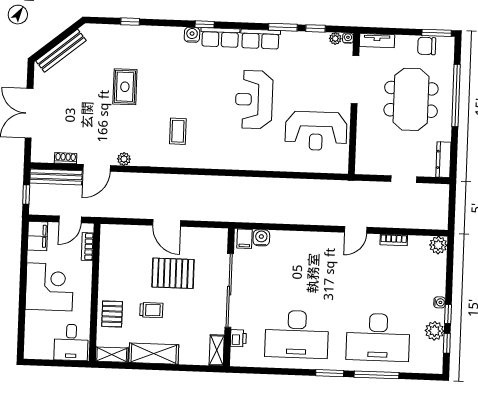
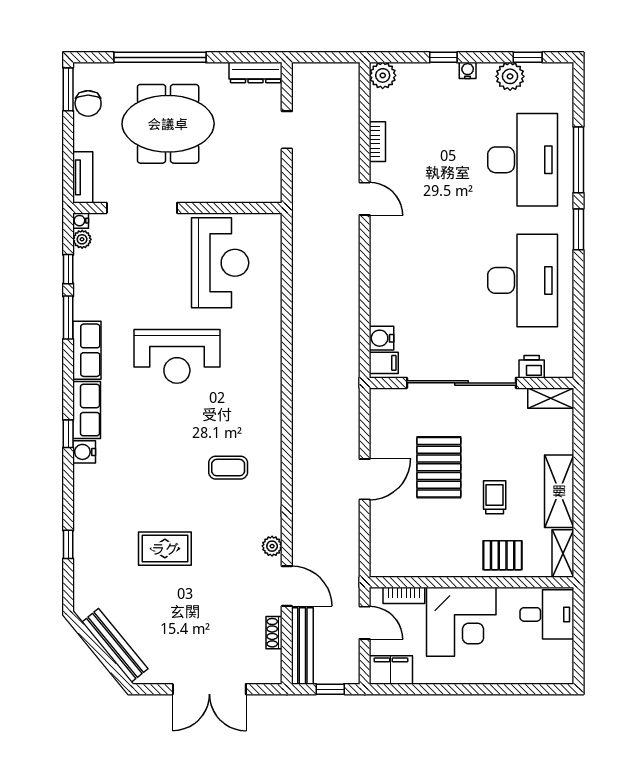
corner desk: (49, 287) -> (461, 622), moved, turned 180
window: (448, 314) -> (443, 57), moved

